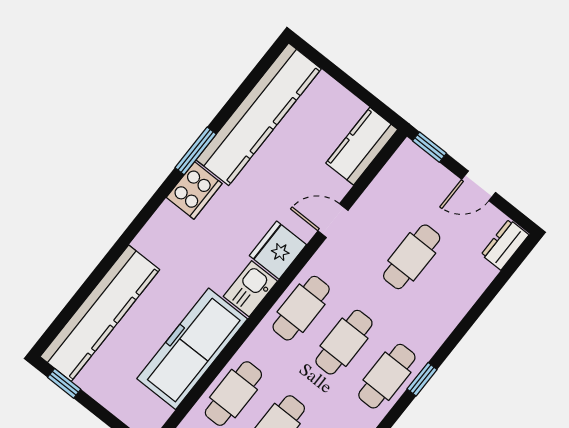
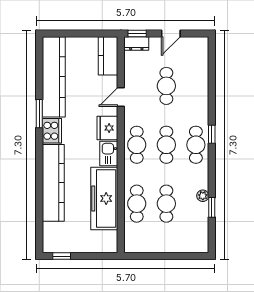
dresser: (505, 245) -> (136, 43), moved, turned -90
kitchen counter: (100, 313) -> (53, 183), moved

